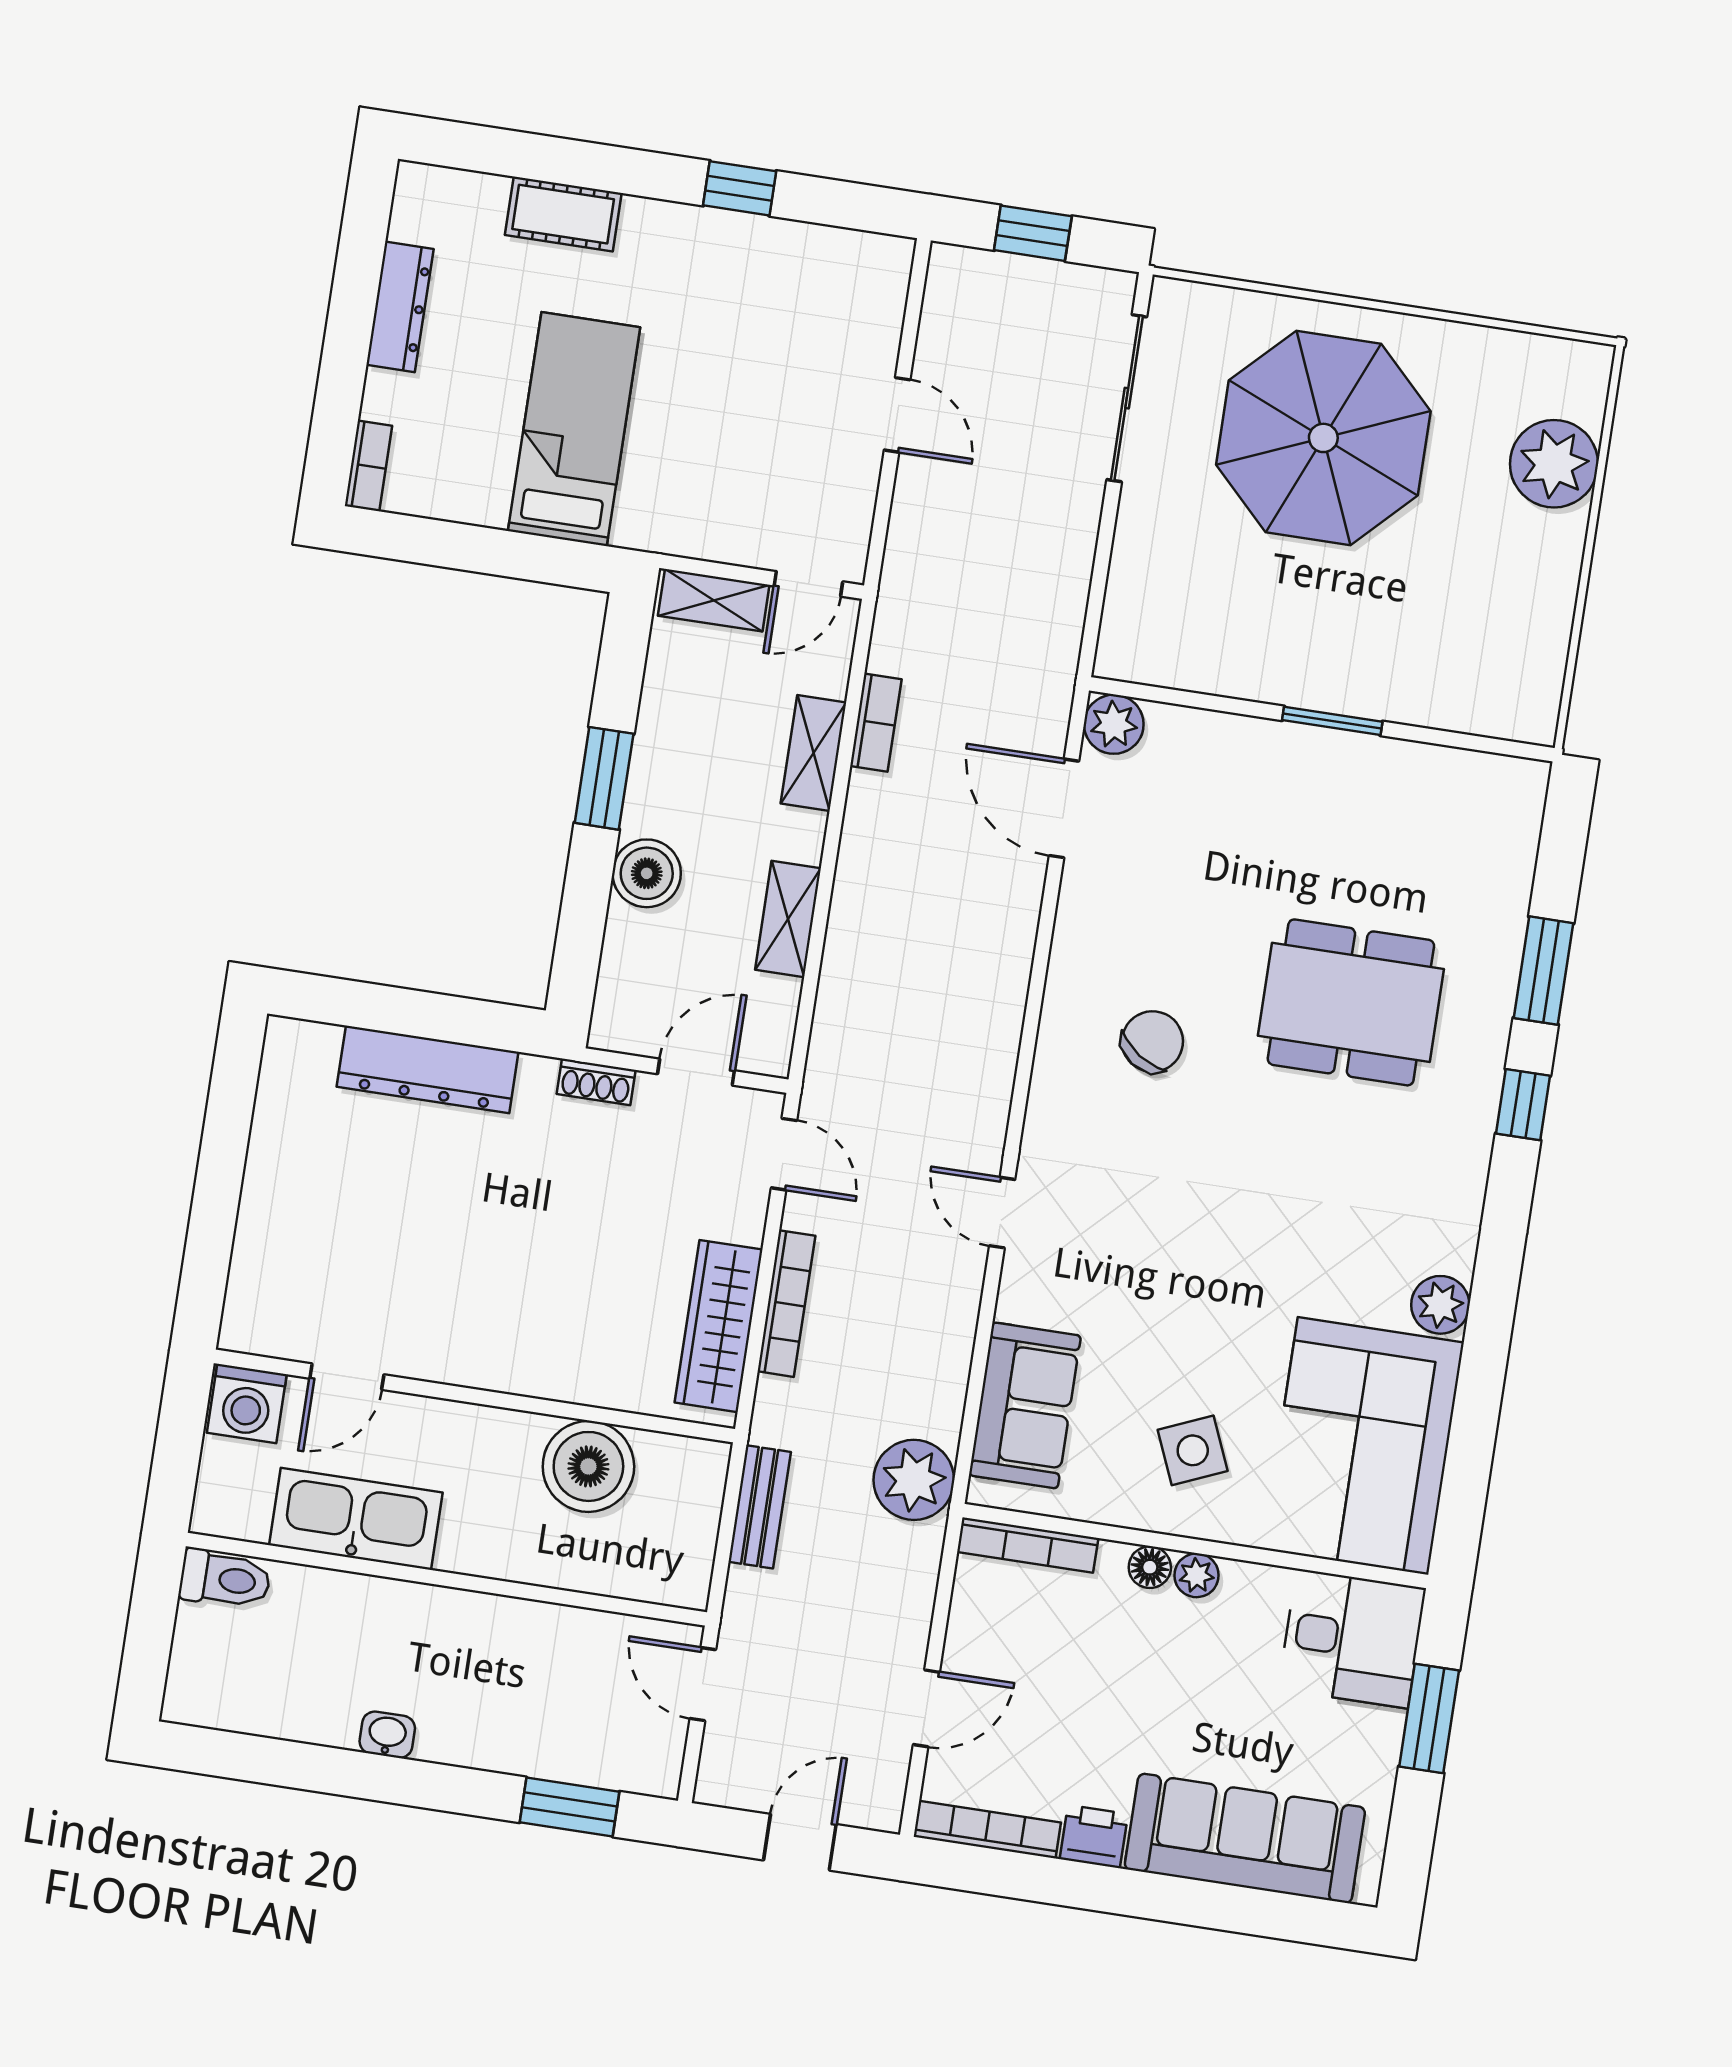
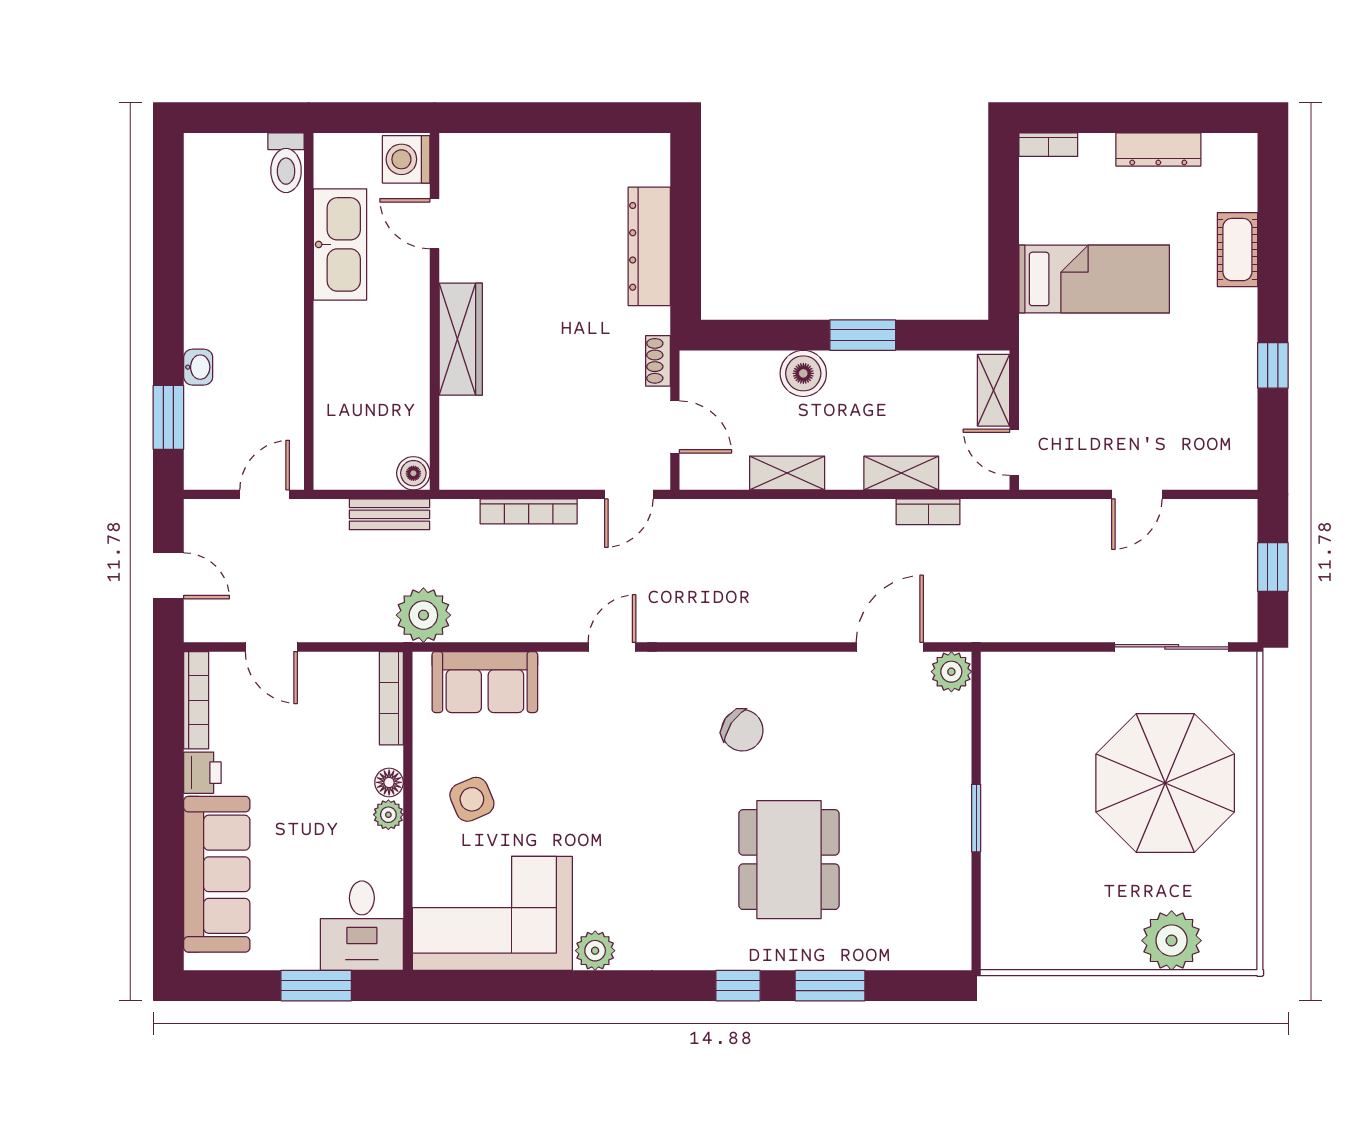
wardrobe: (719, 1326) -> (461, 339), moved, turned 90
boiler: (588, 1466) -> (413, 473), moved, width x0.54, depth x0.54
washbasin: (387, 1735) -> (198, 367), moved

